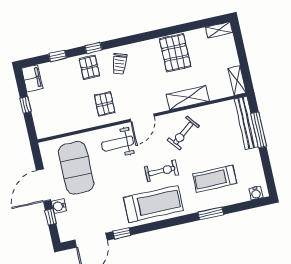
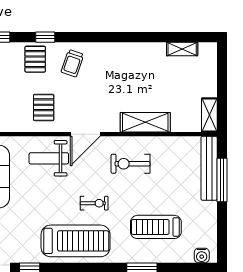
shelving: (219, 30) -> (182, 49), moved
pallet: (175, 53) -> (142, 65), removed
exercise bike: (183, 133) -> (131, 164), turned 38
exercise bike: (161, 171) -> (94, 203), width x0.73, depth x0.72

